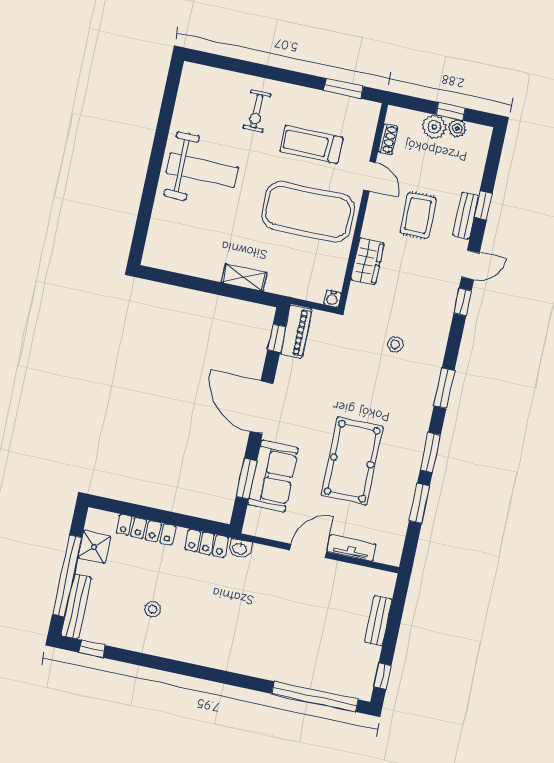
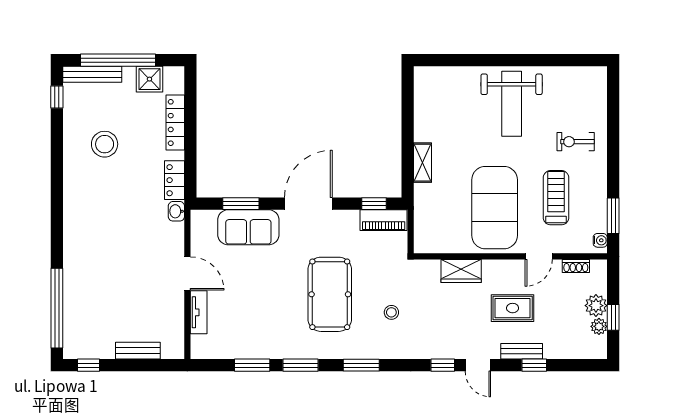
water cooler: (332, 299) -> (600, 240), moved, turned 180
pool table: (352, 461) -> (330, 294), moved, turned 90
stool: (153, 609) -> (105, 144), width x1.89, depth x1.89

